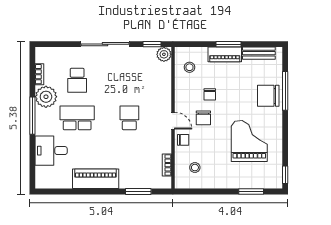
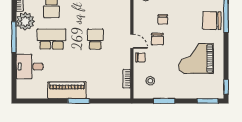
grand piano: (249, 141) -> (196, 58), turned -90
window: (138, 192) -> (79, 101), moved
window: (211, 192) -> (164, 101), added
window: (251, 192) -> (208, 101), moved

